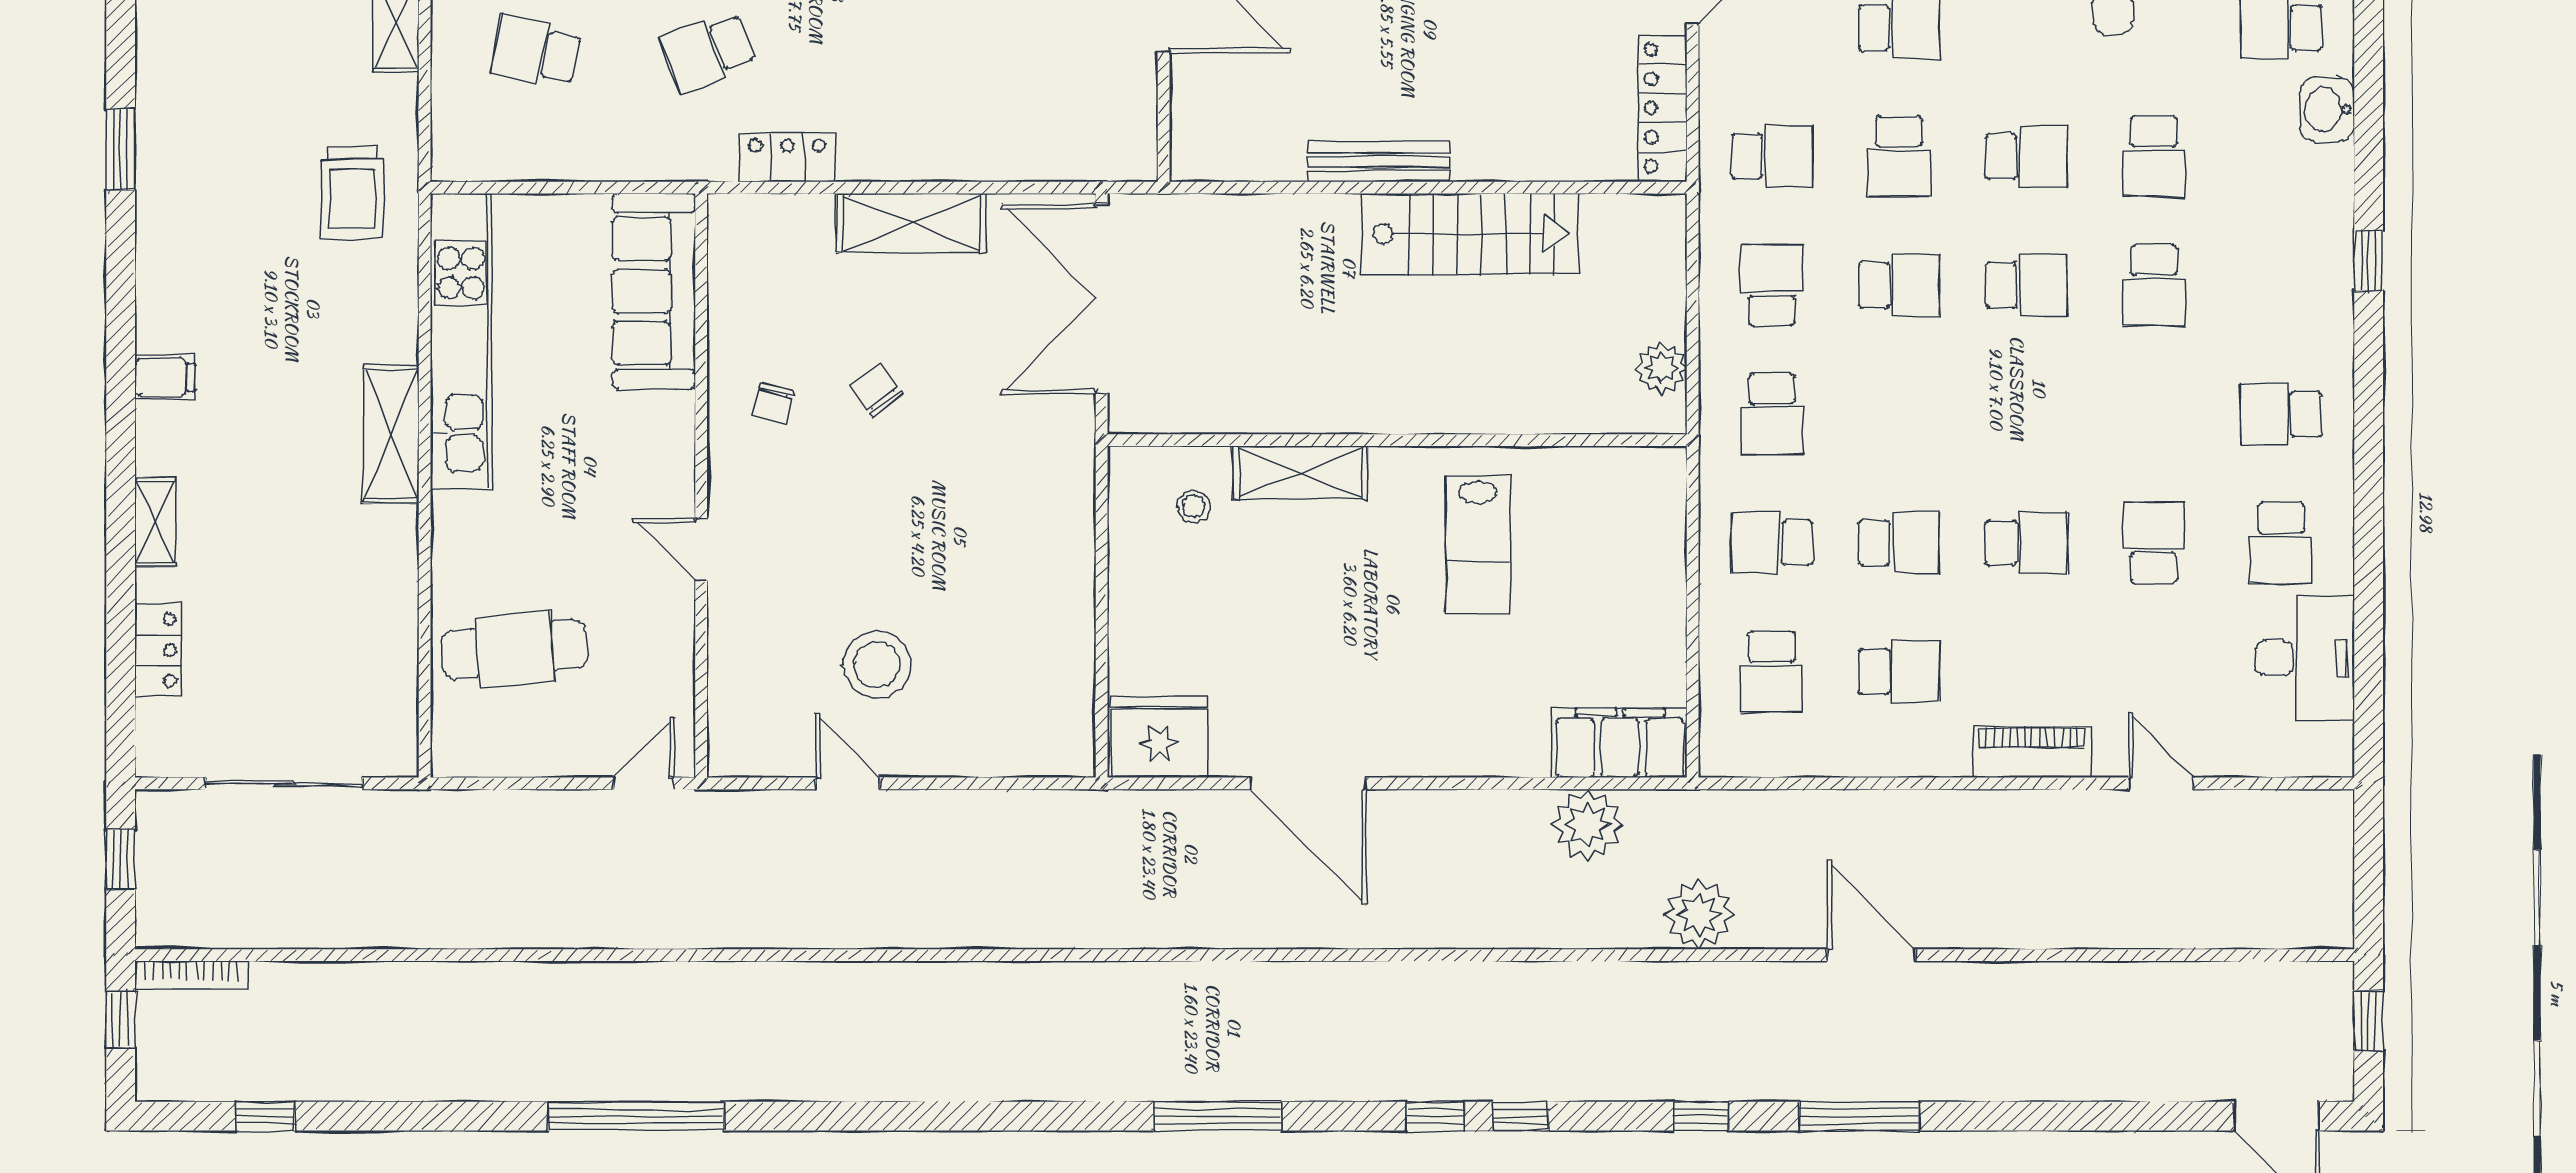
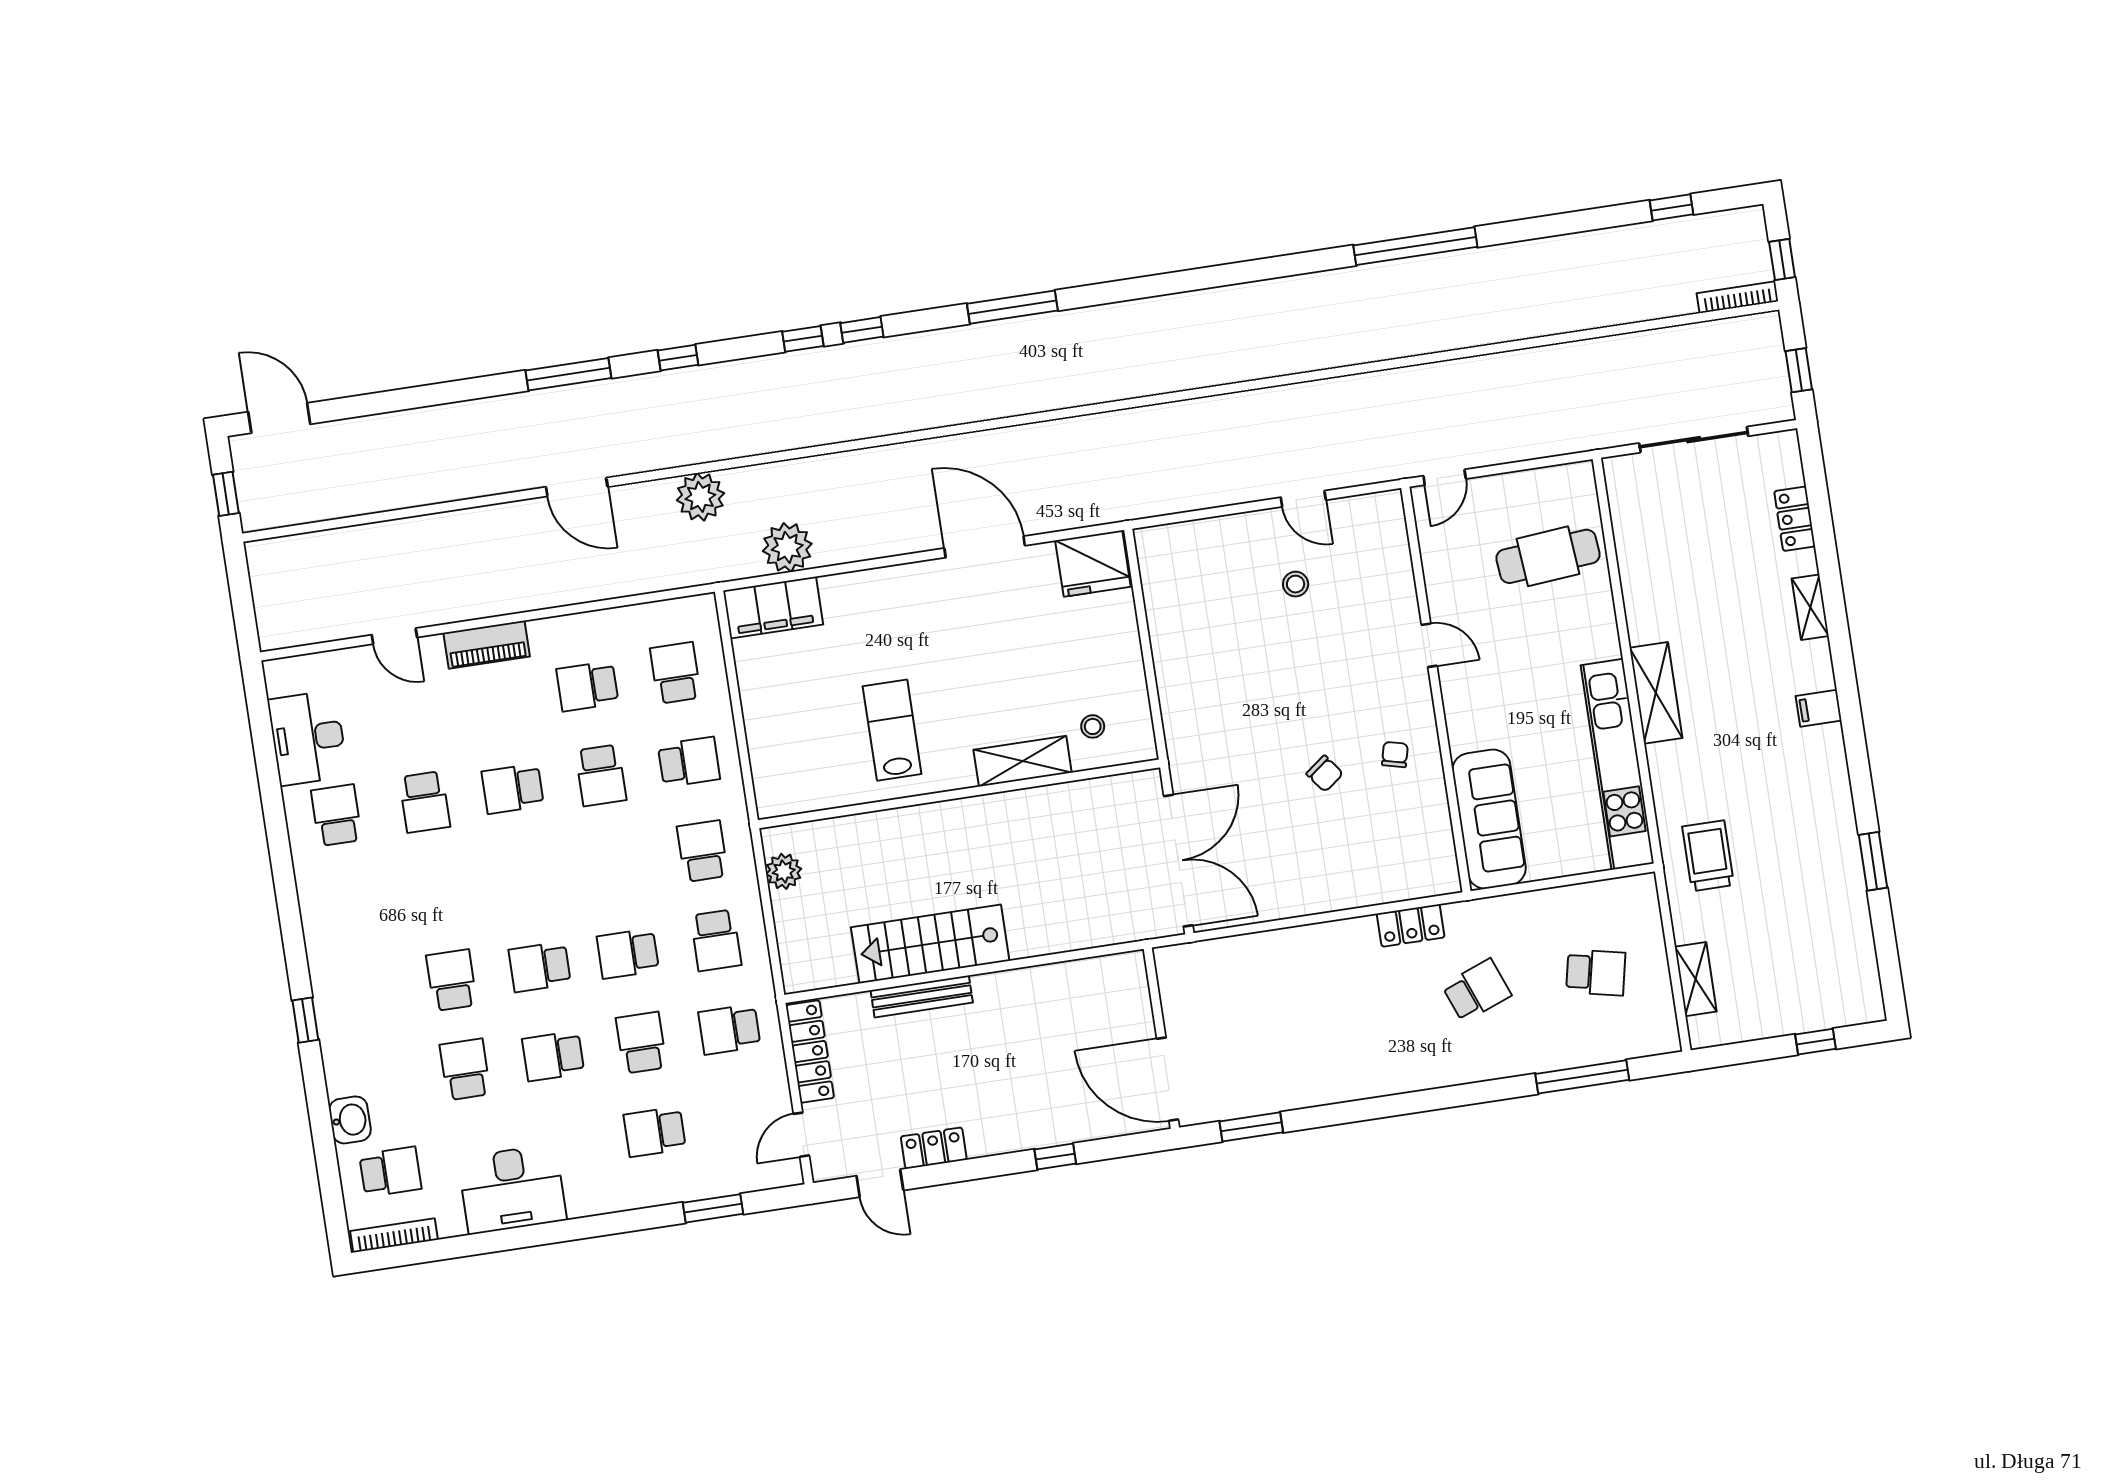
bench: (1379, 162) -> (922, 996), moved
shelving: (911, 223) -> (1318, 893), removed
school desk: (2281, 414) -> (350, 904), removed
school desk: (1899, 543) -> (601, 775), turned -90
stool: (877, 665) -> (1296, 584), width x0.53, depth x0.53

